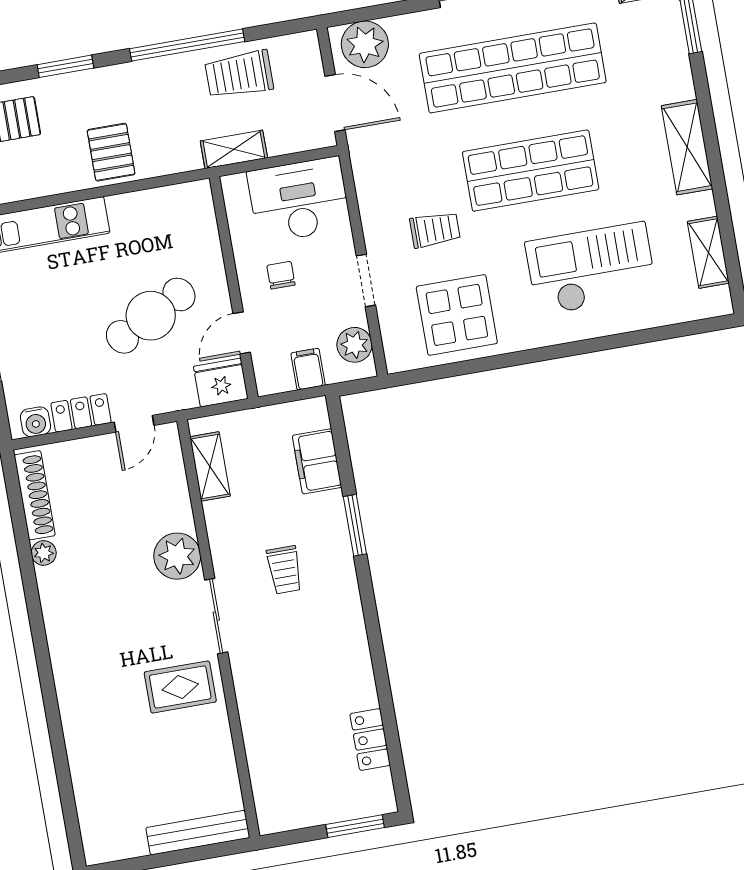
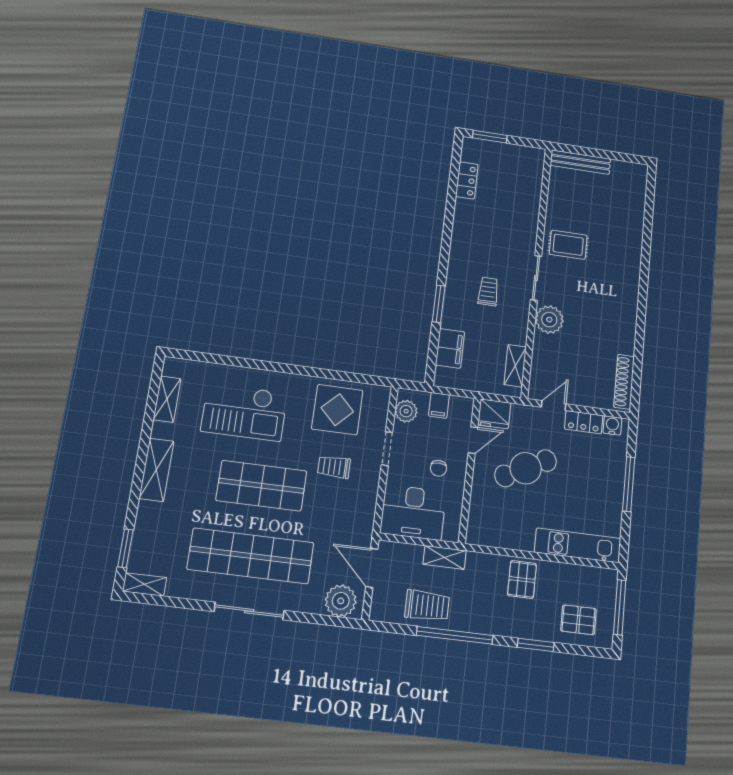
plant: (44, 553) -> (627, 346), removed

